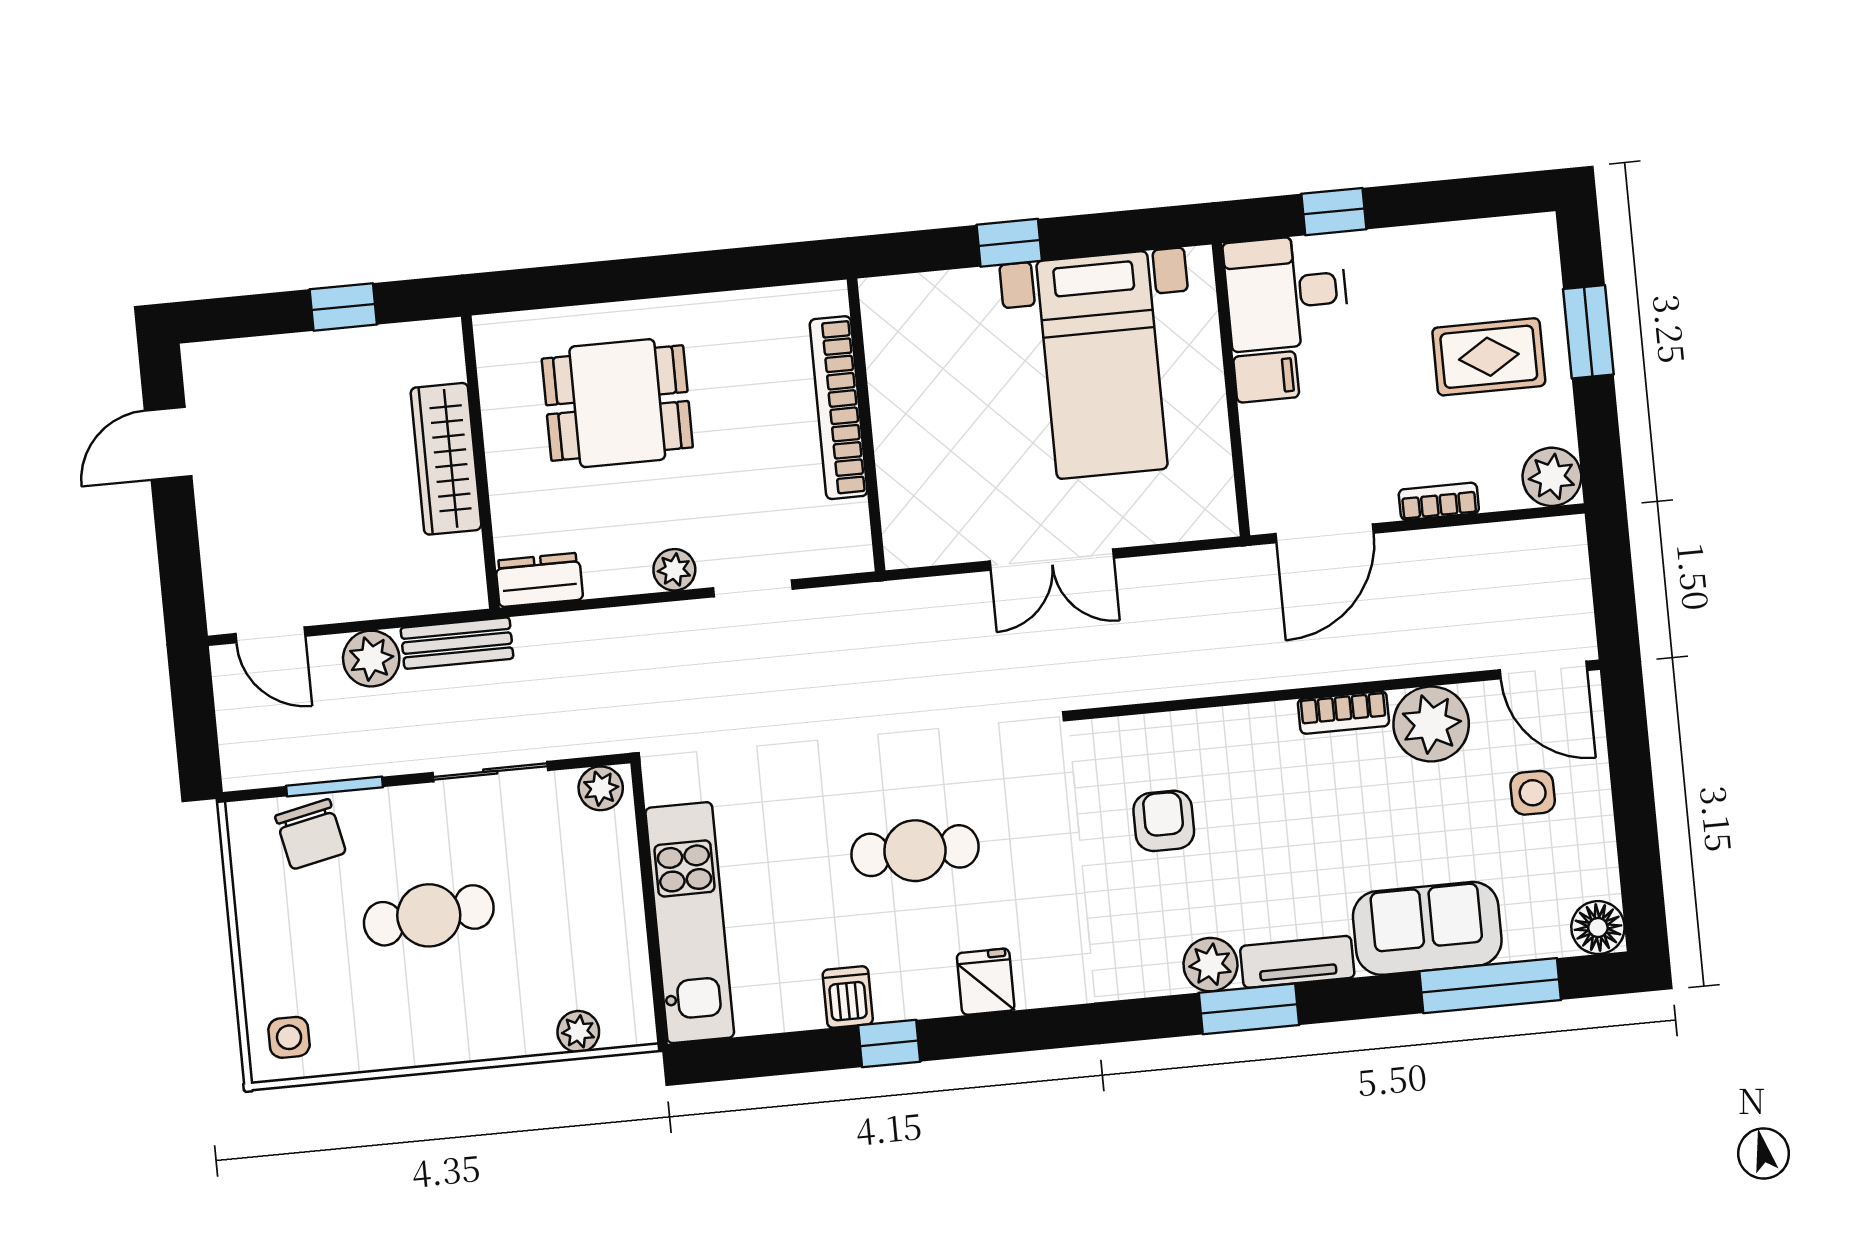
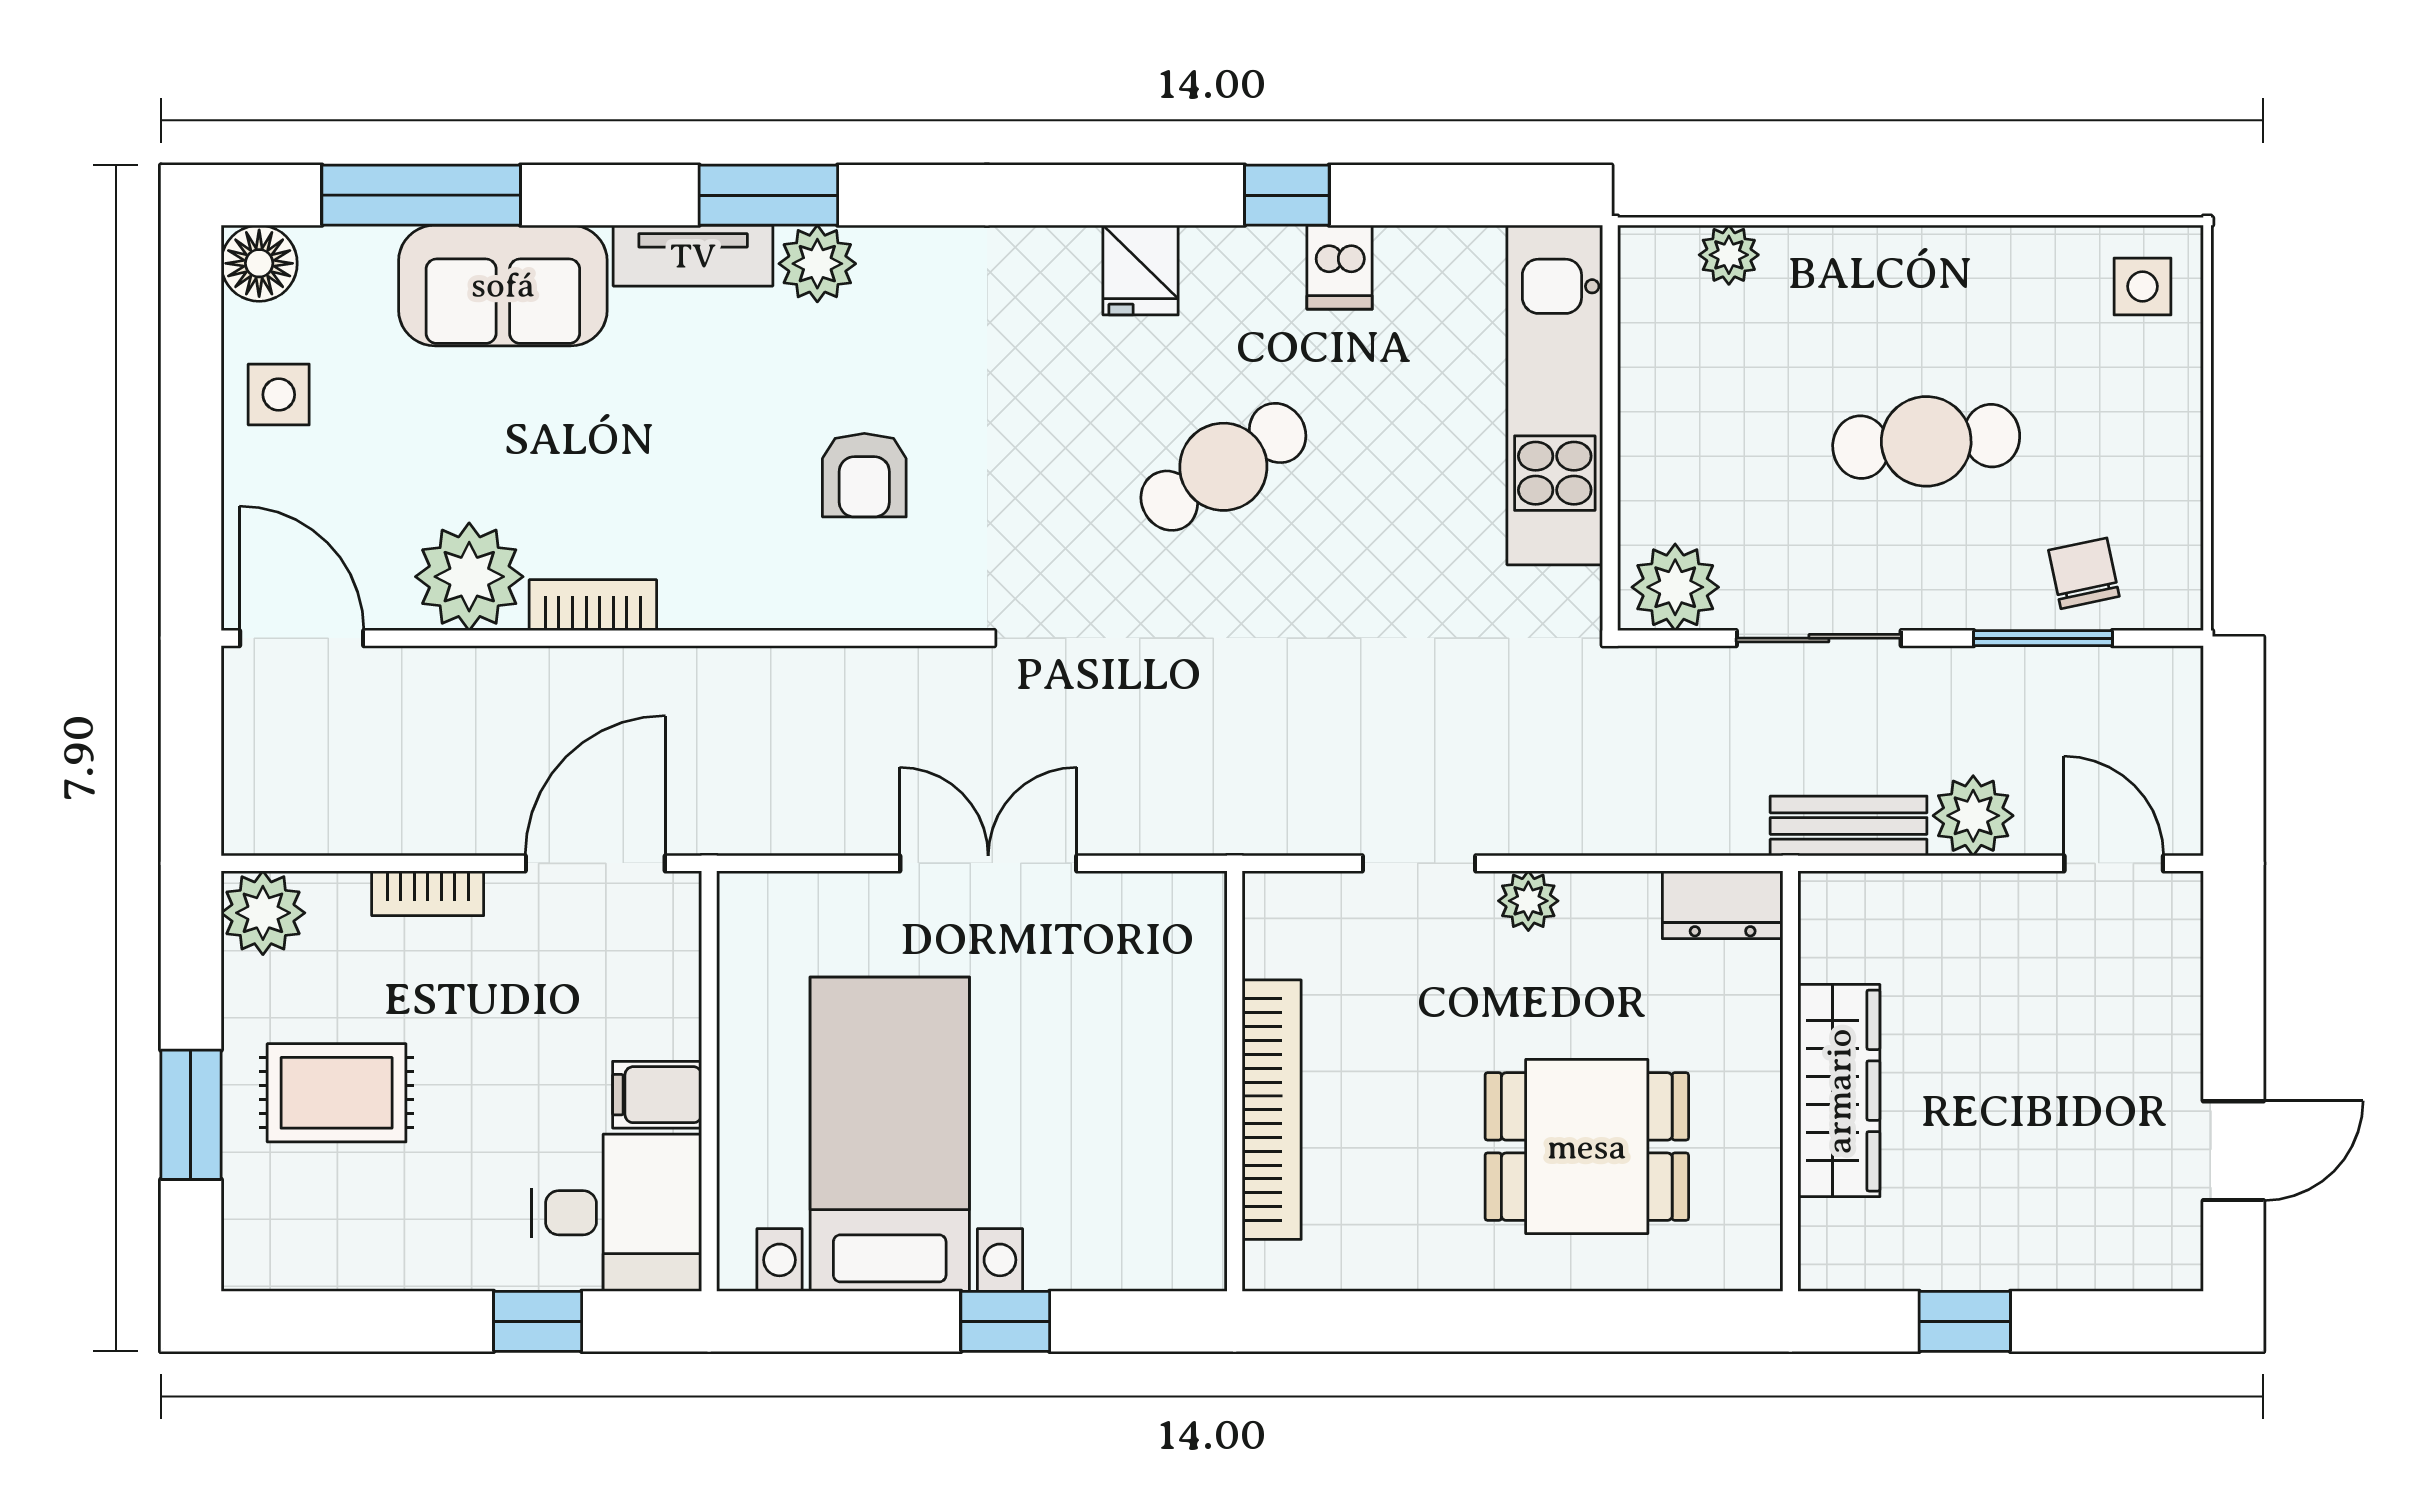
plant: (601, 788) -> (1675, 587), width x1.38, depth x1.38
side table: (1533, 793) -> (279, 395), moved
chair: (311, 834) -> (2084, 573), width x0.73, depth x0.73
cafe table: (915, 851) -> (1223, 467), turned -32

